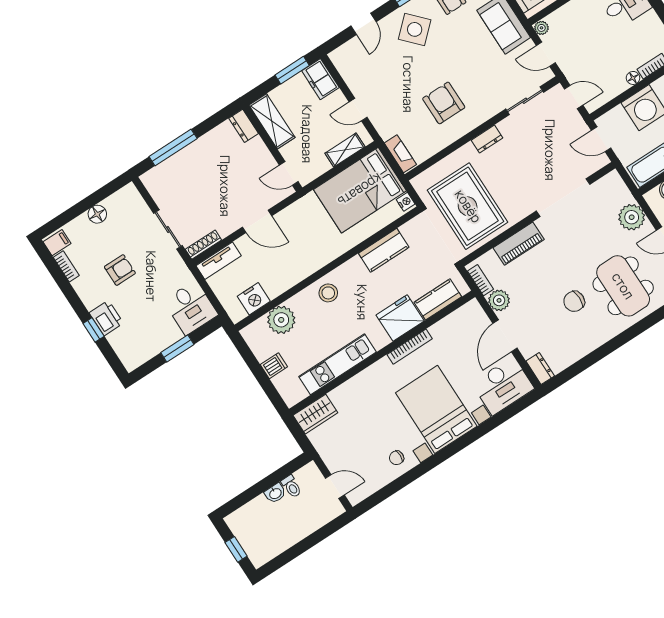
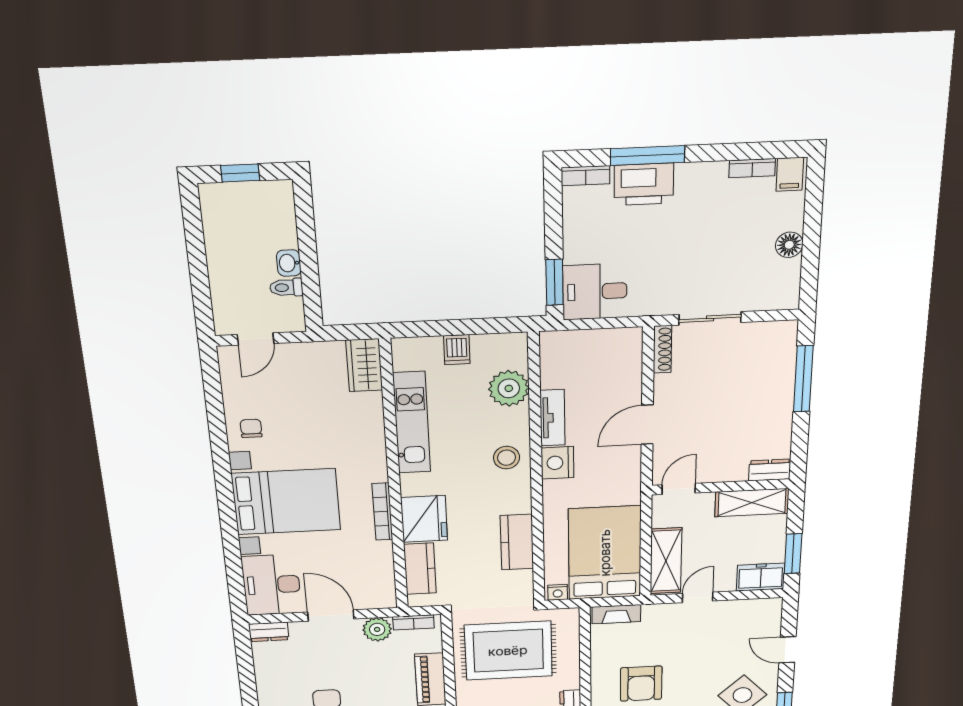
armchair: (444, 103) -> (641, 684), turned 90
shelving: (345, 150) -> (666, 561), width x1.50, depth x1.33
tv unit: (219, 261) -> (553, 418), moved, turned 180
armchair: (120, 270) -> (701, 233), removed
nightstand: (254, 299) -> (557, 463), moved
printer: (106, 318) -> (644, 184), width x1.37, depth x1.19
window: (94, 330) -> (648, 156), width x2.17
window: (177, 349) -> (554, 282), moved
bookcase: (125, 357) -> (586, 176), added

